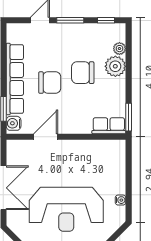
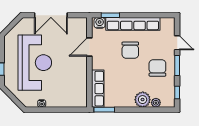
chair: (83, 73) -> (157, 68), moved
row of seats: (109, 126) -> (98, 89), width x1.48
door: (46, 137) -> (89, 47), swing flipped
reception desk: (66, 209) -> (35, 63), turned 180

